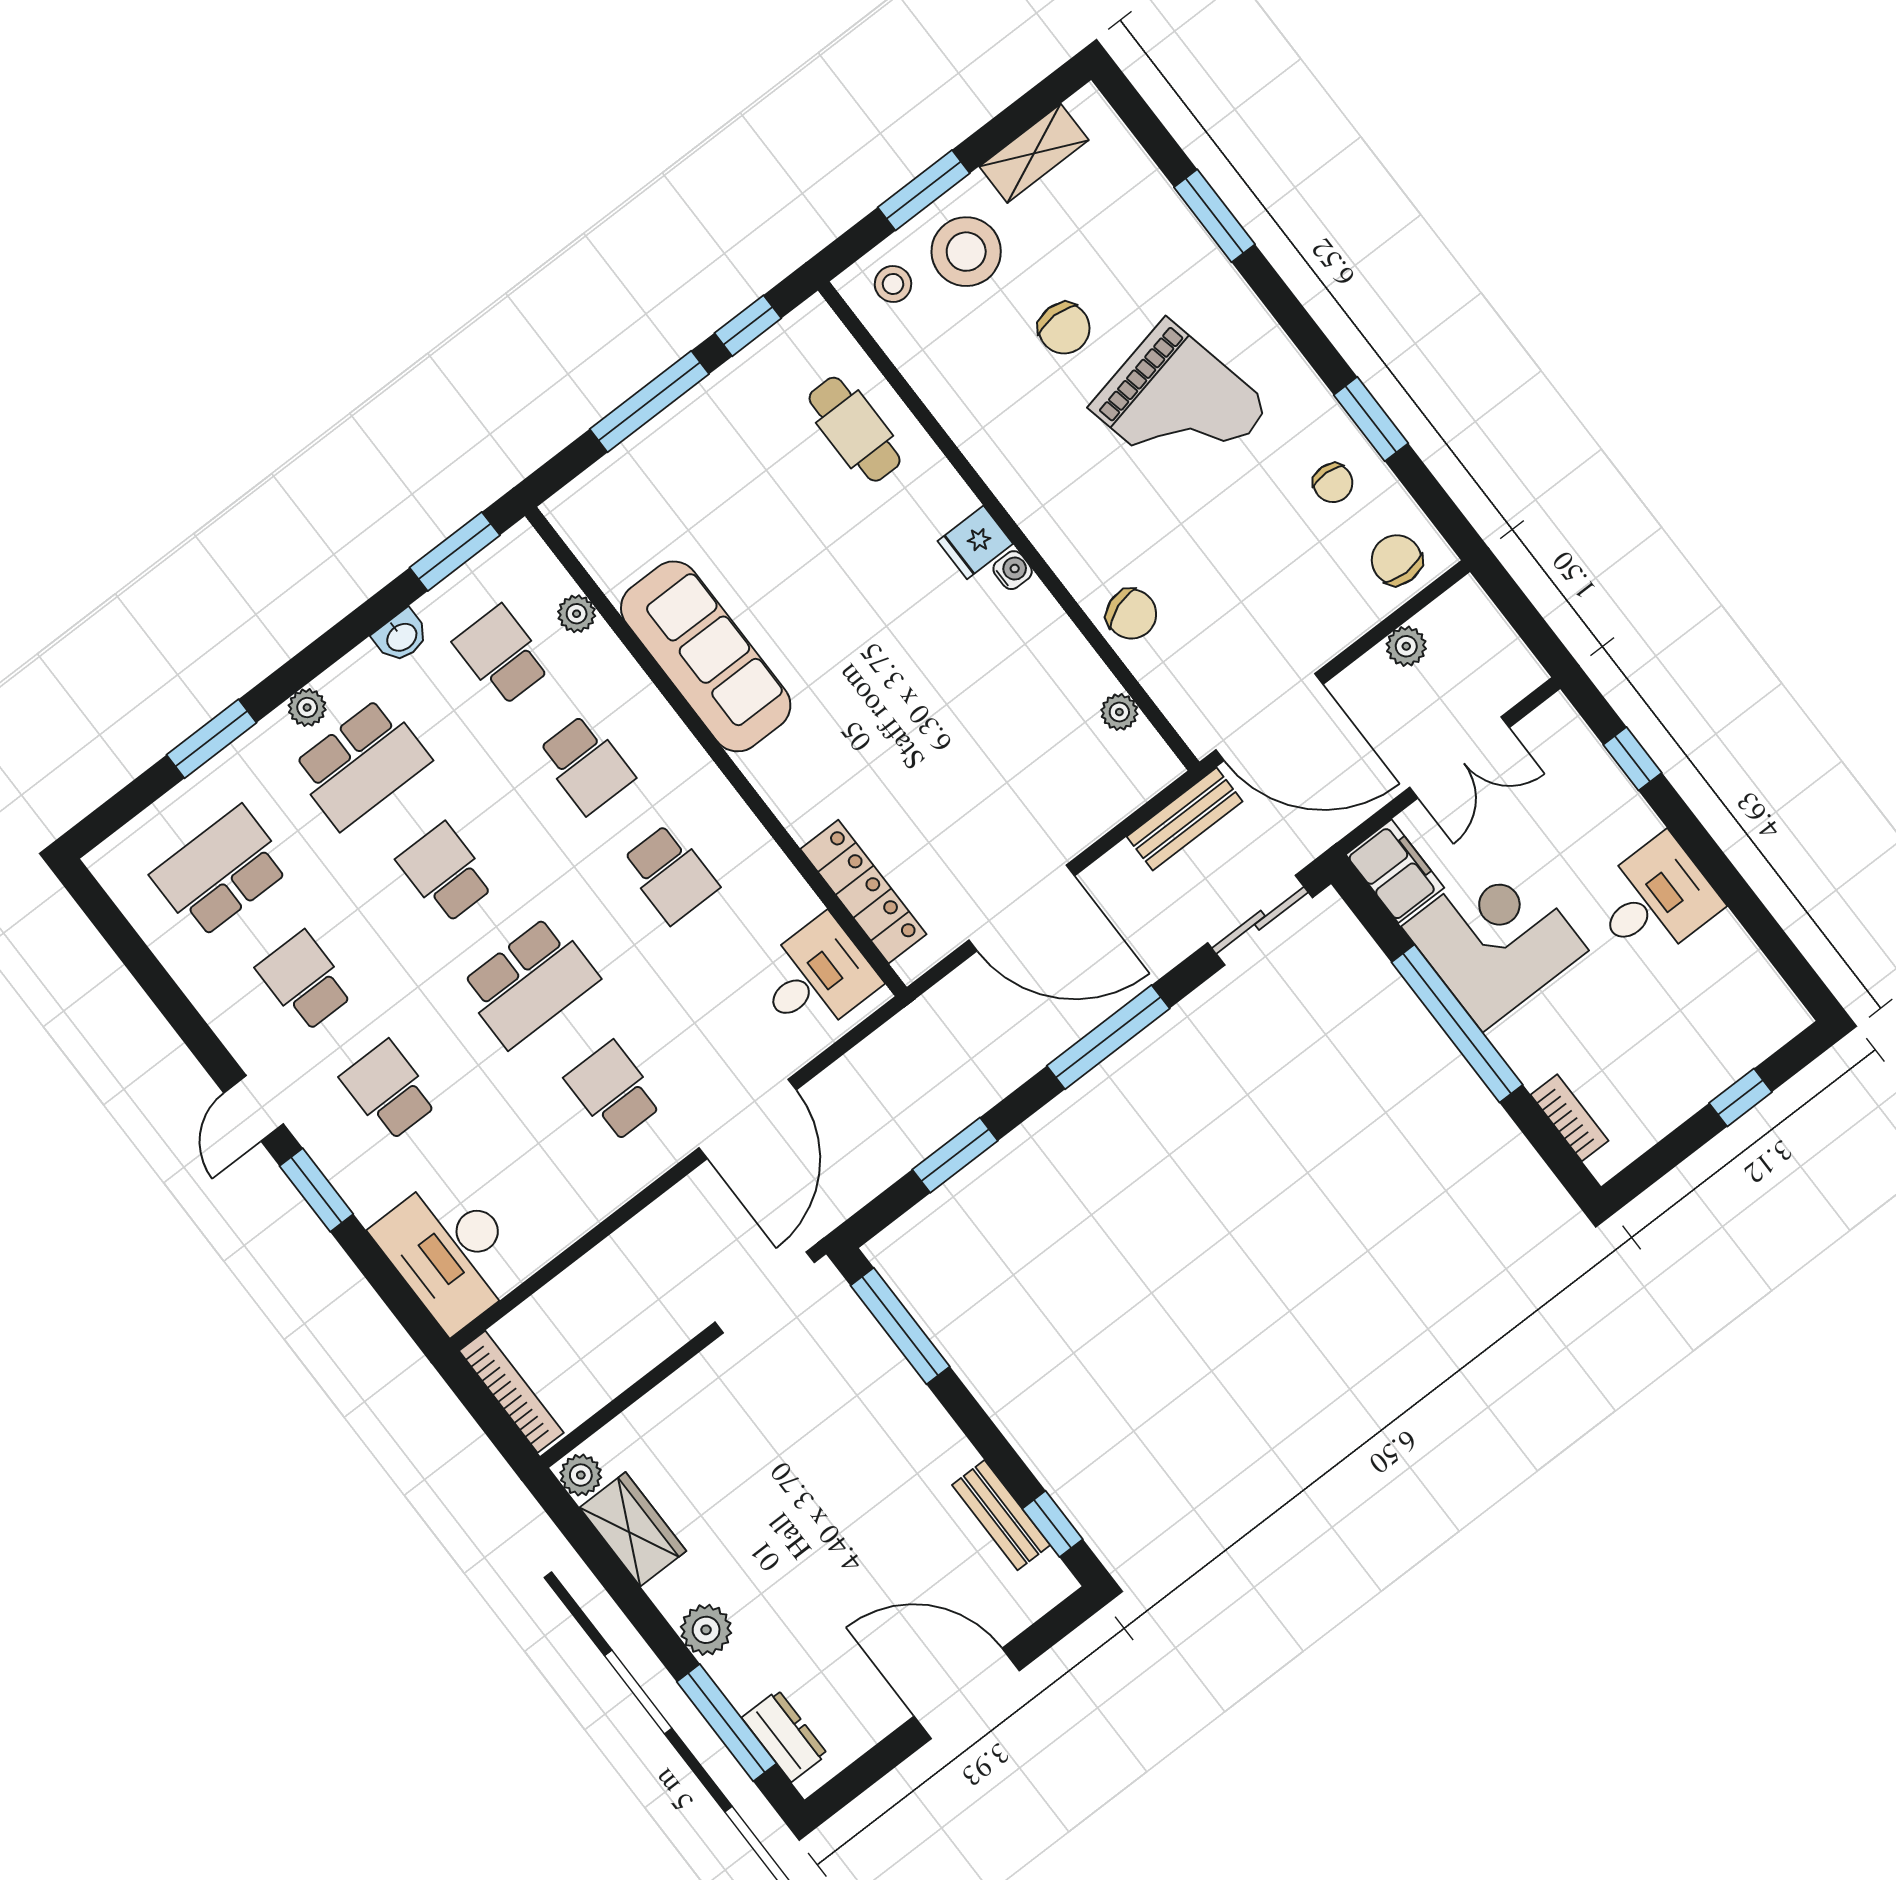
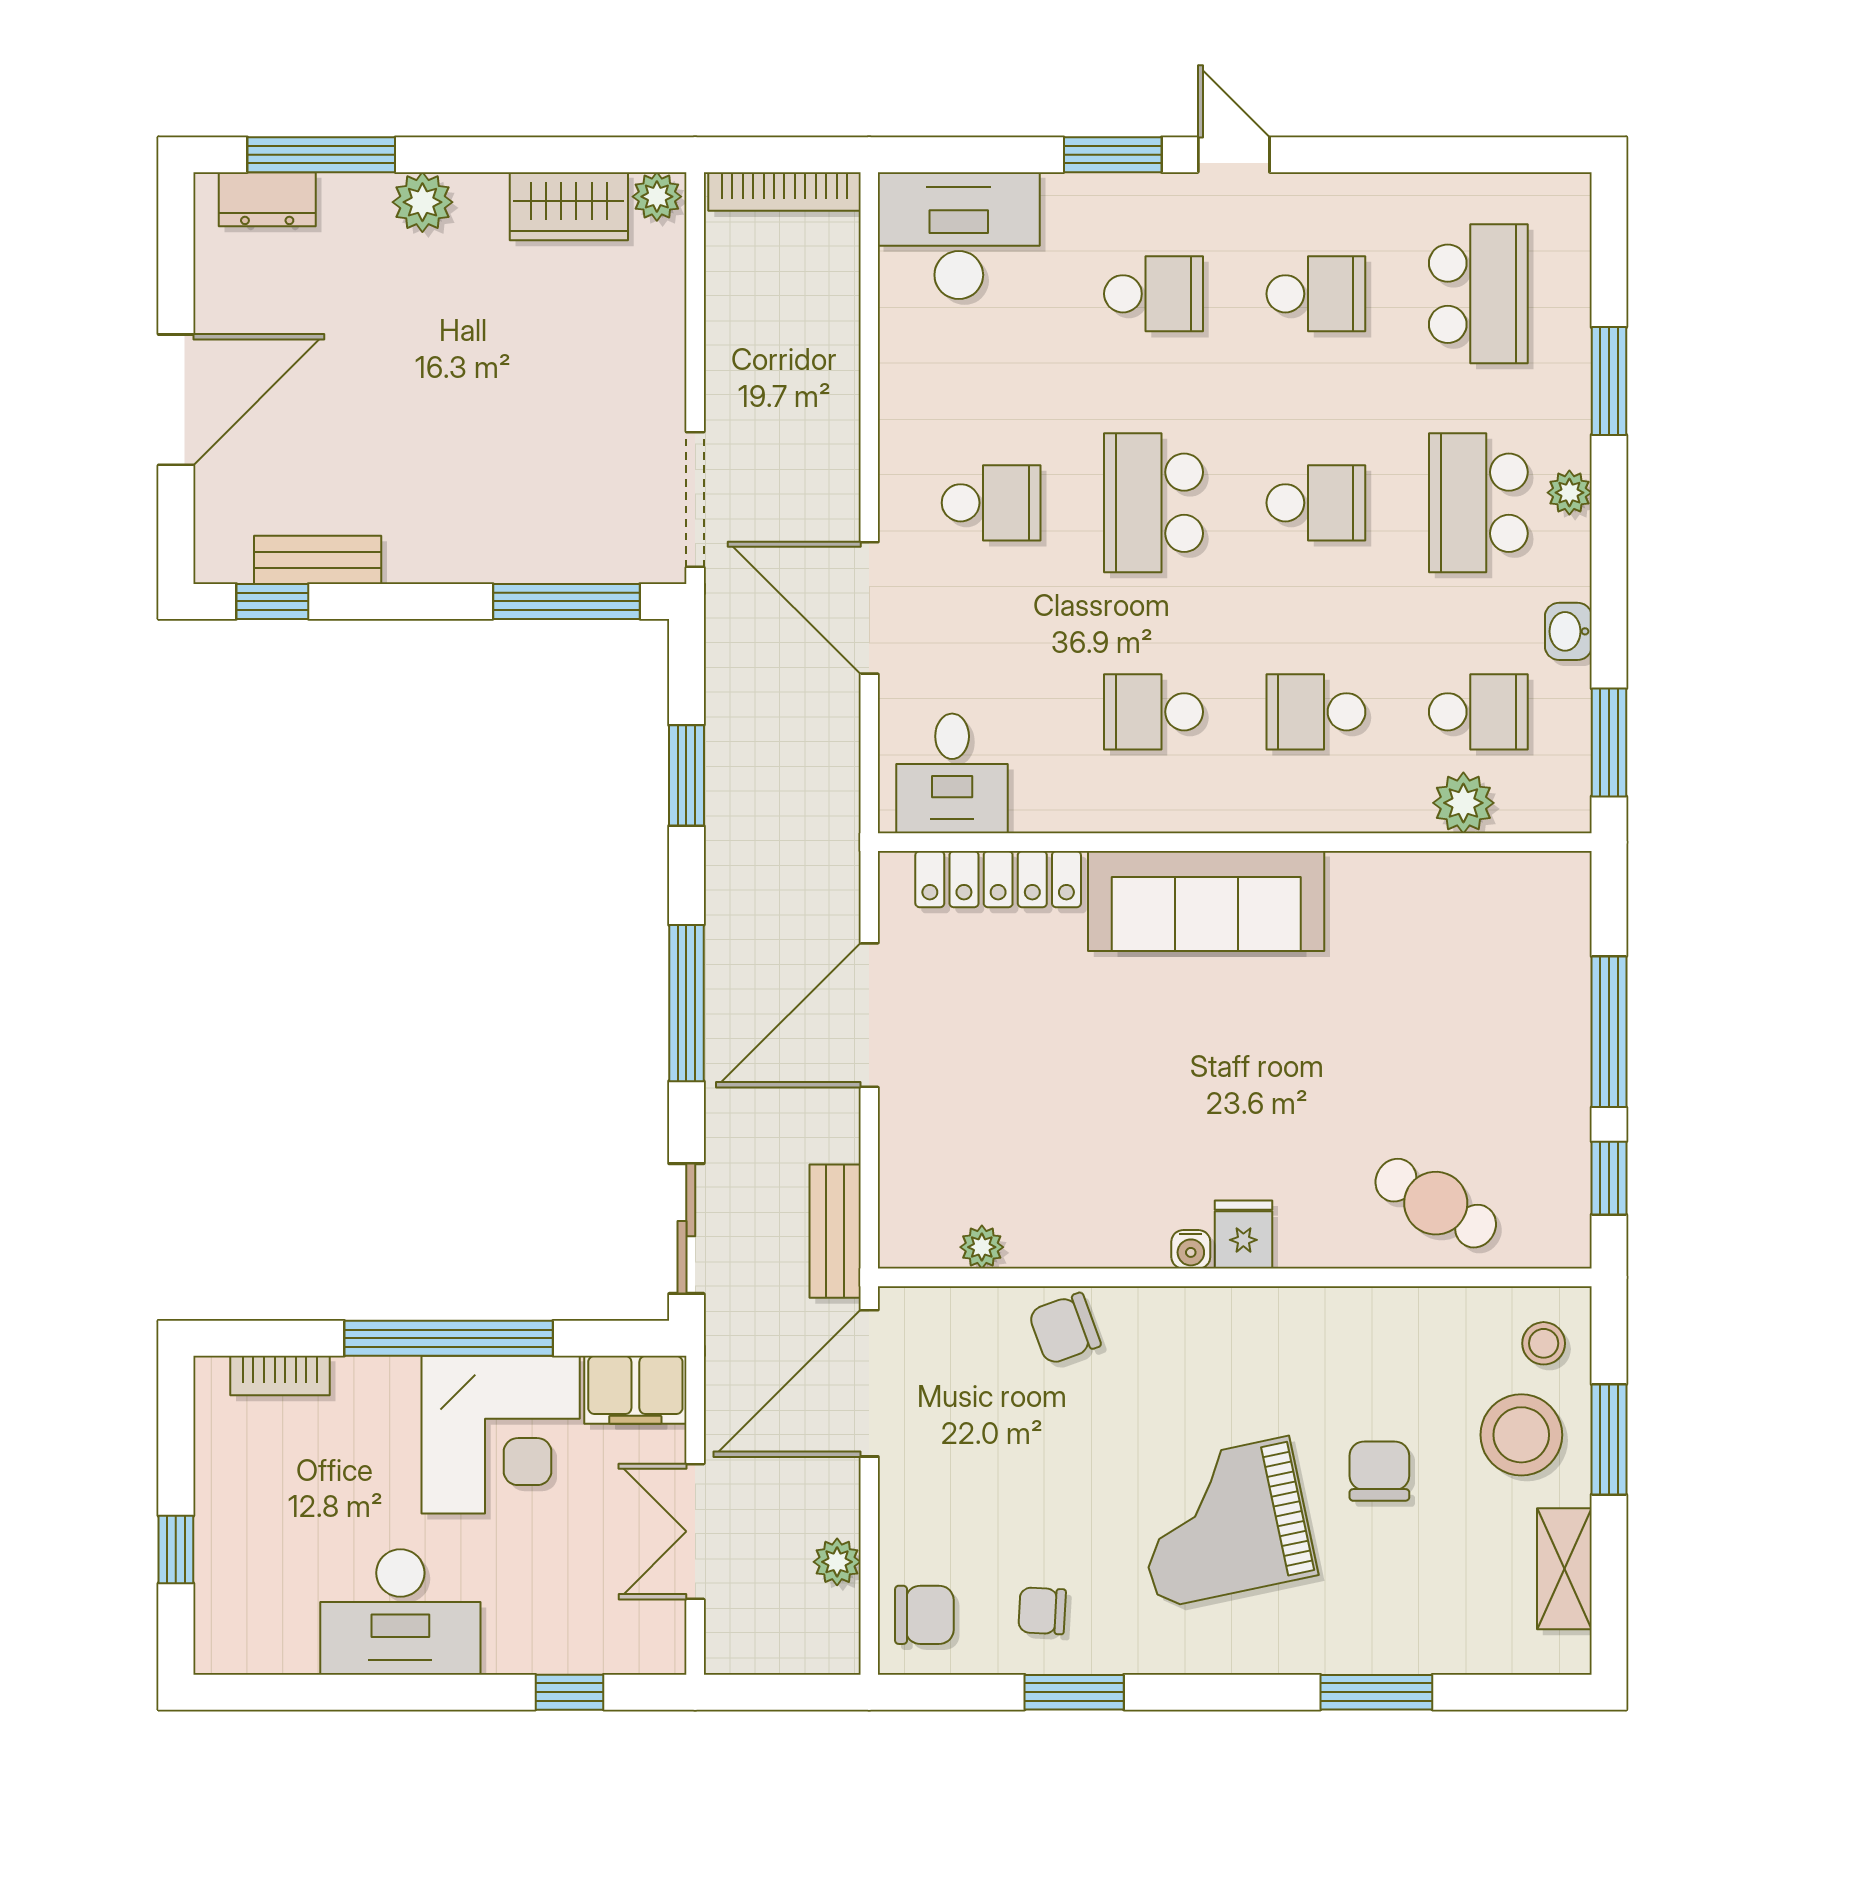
chair: (1064, 328) -> (1379, 1471), turned 90
cafe table: (855, 429) -> (1436, 1203), turned 30
plant: (577, 614) -> (1463, 803), width x1.38, depth x1.38
sofa: (706, 656) -> (1206, 901), moved
desk: (1655, 900) -> (400, 1612), width x1.37

